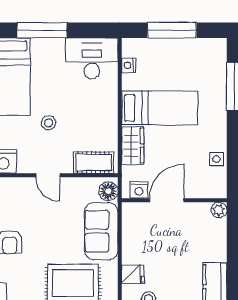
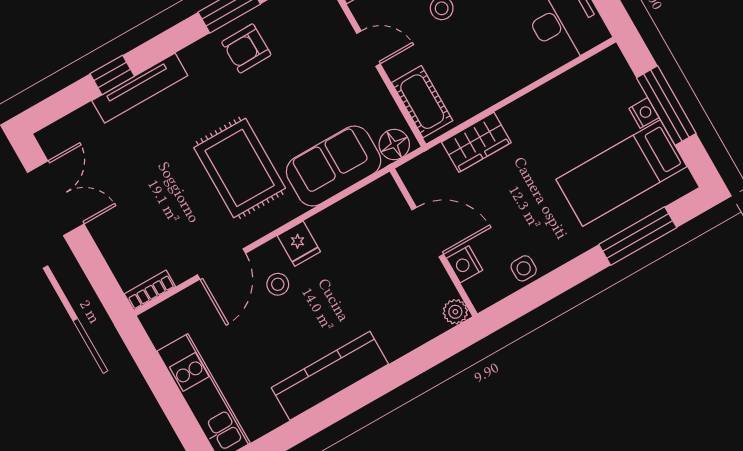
nightstand: (129, 65) -> (644, 113), moved, turned 90
bed: (160, 108) -> (622, 173), moved, turned 90
door: (48, 175) -> (368, 49), swing flipped
nightstand: (139, 190) -> (465, 264), moved

